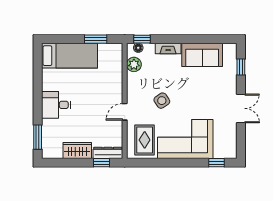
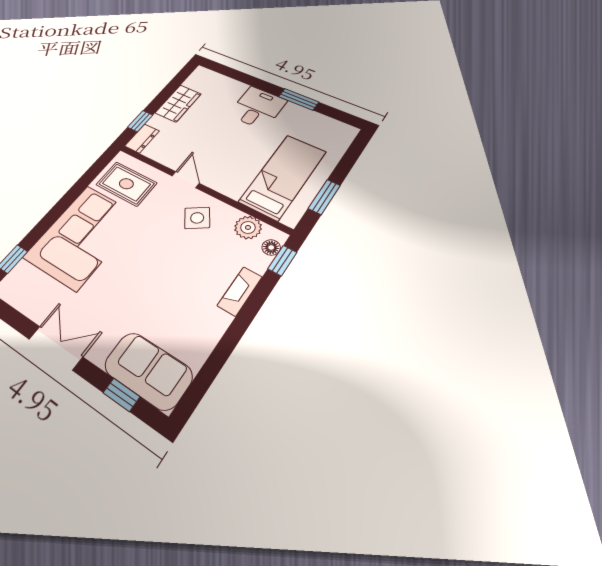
sofa: (202, 55) -> (148, 371), moved, turned 90
bed: (69, 56) -> (283, 176), moved, turned 180
side table: (162, 101) -> (197, 218), moved
double door: (241, 108) -> (56, 348), swing flipped
window: (38, 137) -> (299, 99), moved
dresser: (108, 153) -> (142, 139), width x0.70

